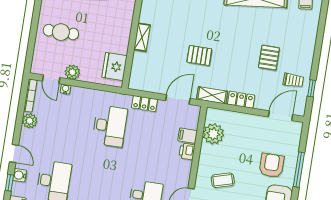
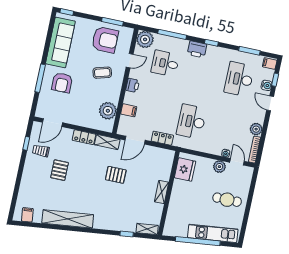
printer: (187, 151) -> (133, 85), moved

